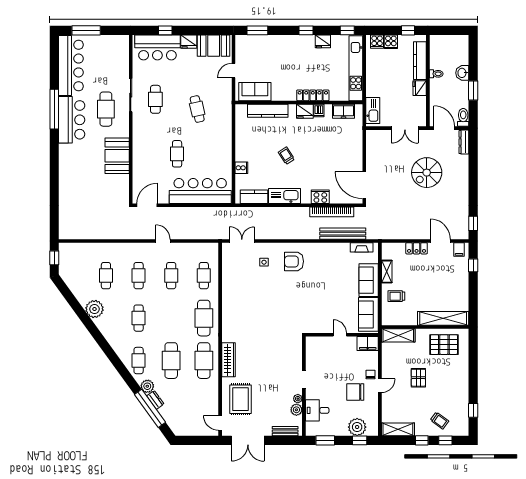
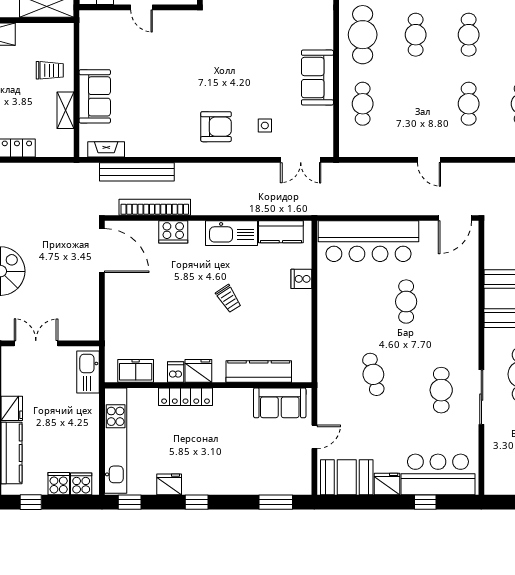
cafe table: (171, 276) -> (416, 35), moved
sofa: (368, 314) -> (317, 78), moved, turned 180

